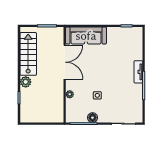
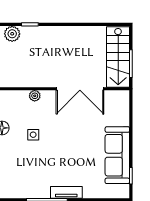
sofa: (86, 36) -> (117, 155), moved
stairs: (28, 54) -> (118, 57), moved, turned 90
plant: (26, 82) -> (12, 34), moved

